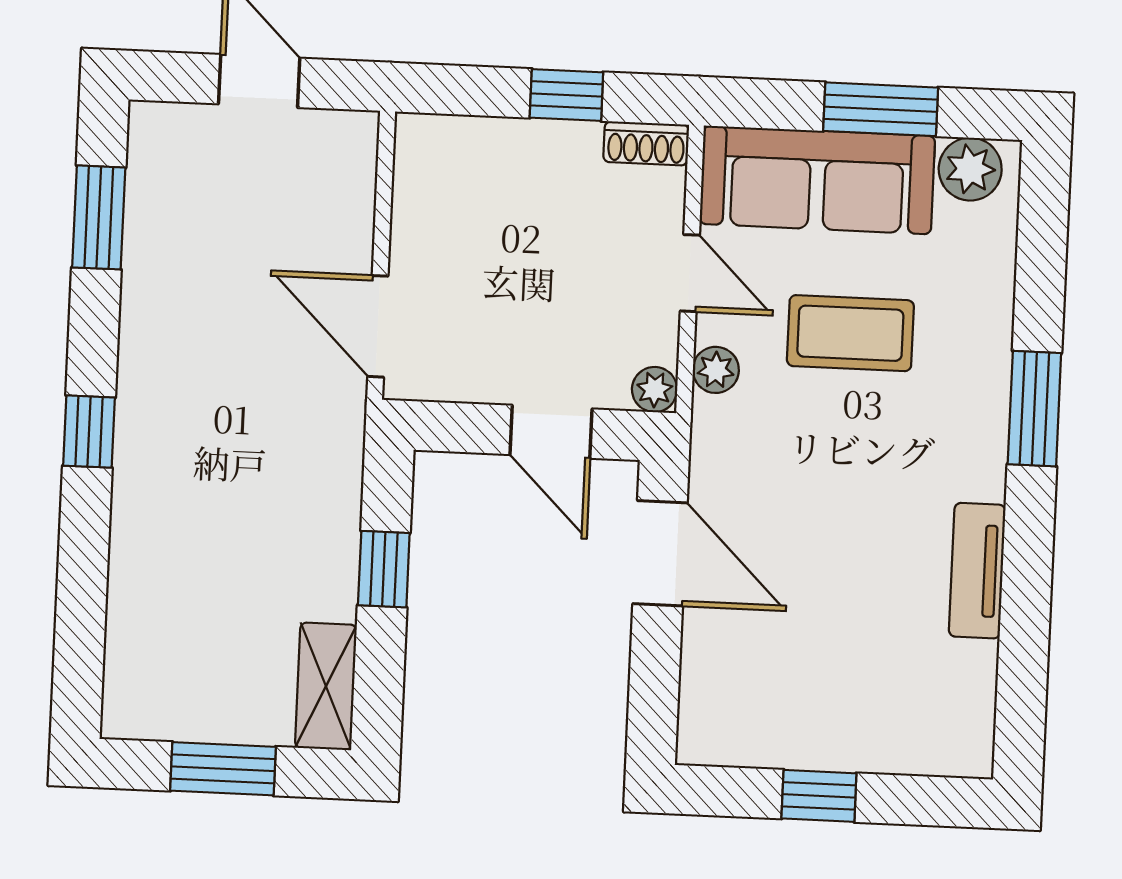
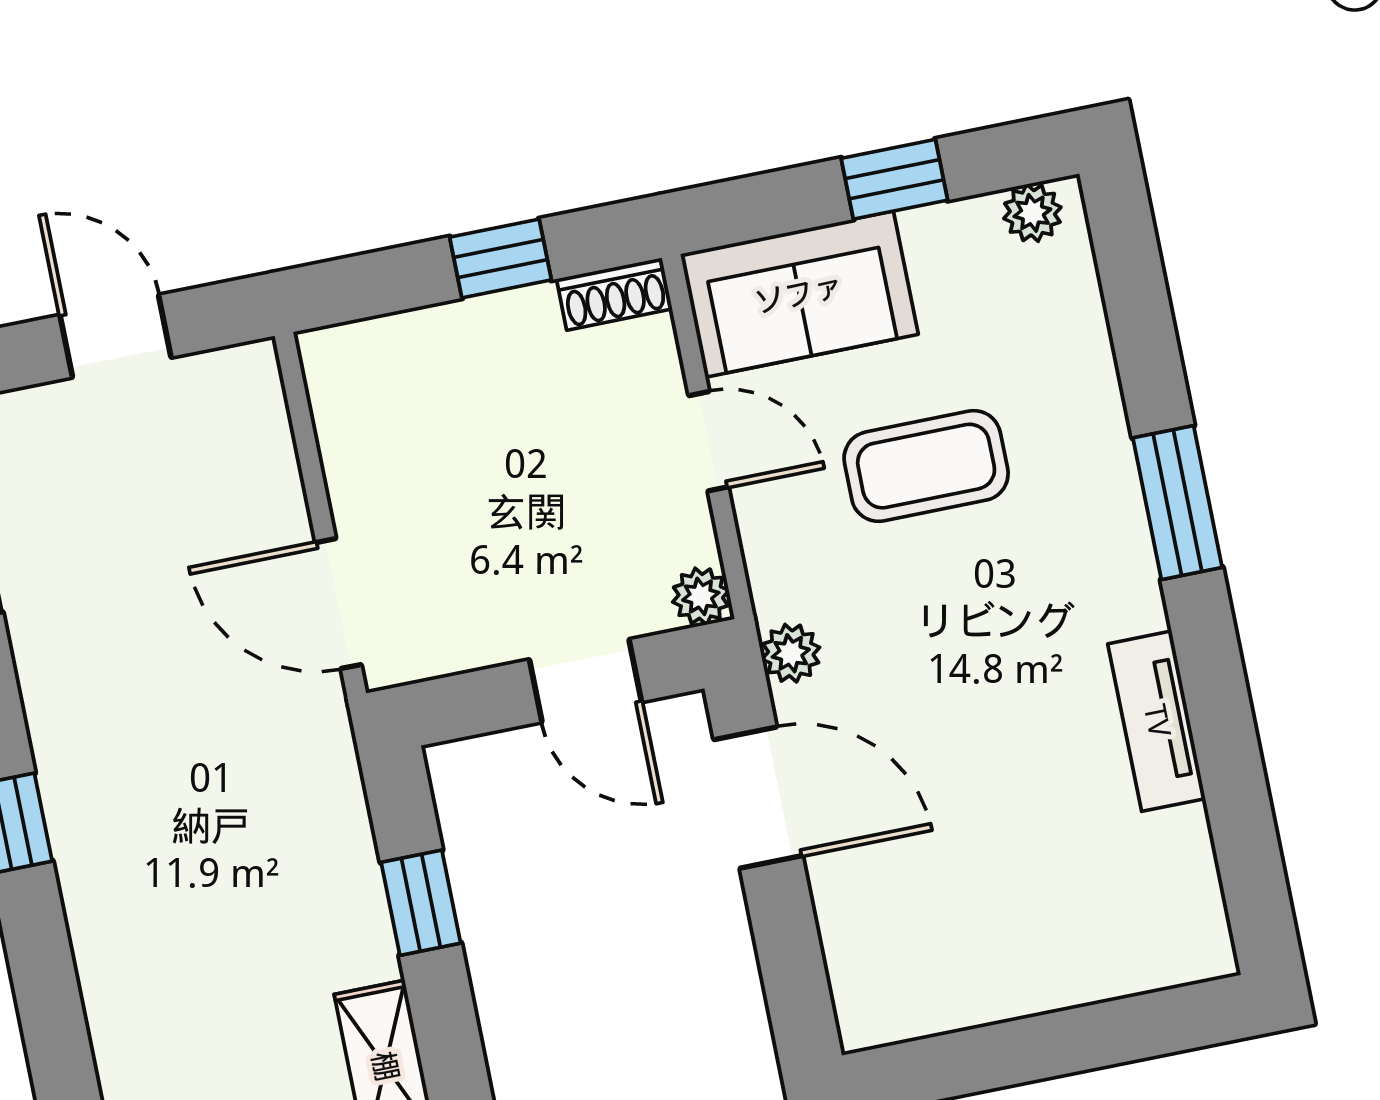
window: (881, 109) -> (894, 179), width x0.67
plant: (970, 169) -> (1032, 213), width x0.73, depth x0.73
sofa: (817, 180) -> (799, 294), width x0.73
plant: (716, 370) -> (791, 653), moved
window: (819, 796) -> (1030, 1049), removed

